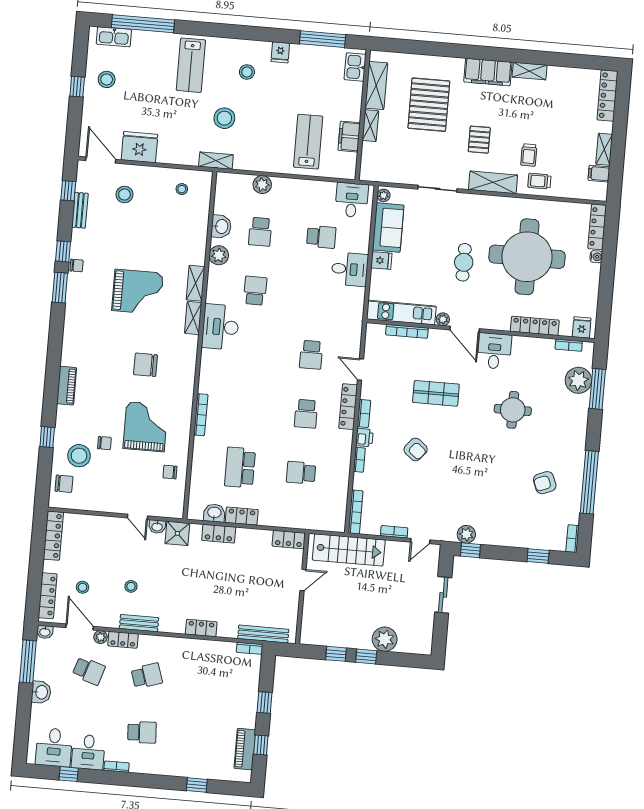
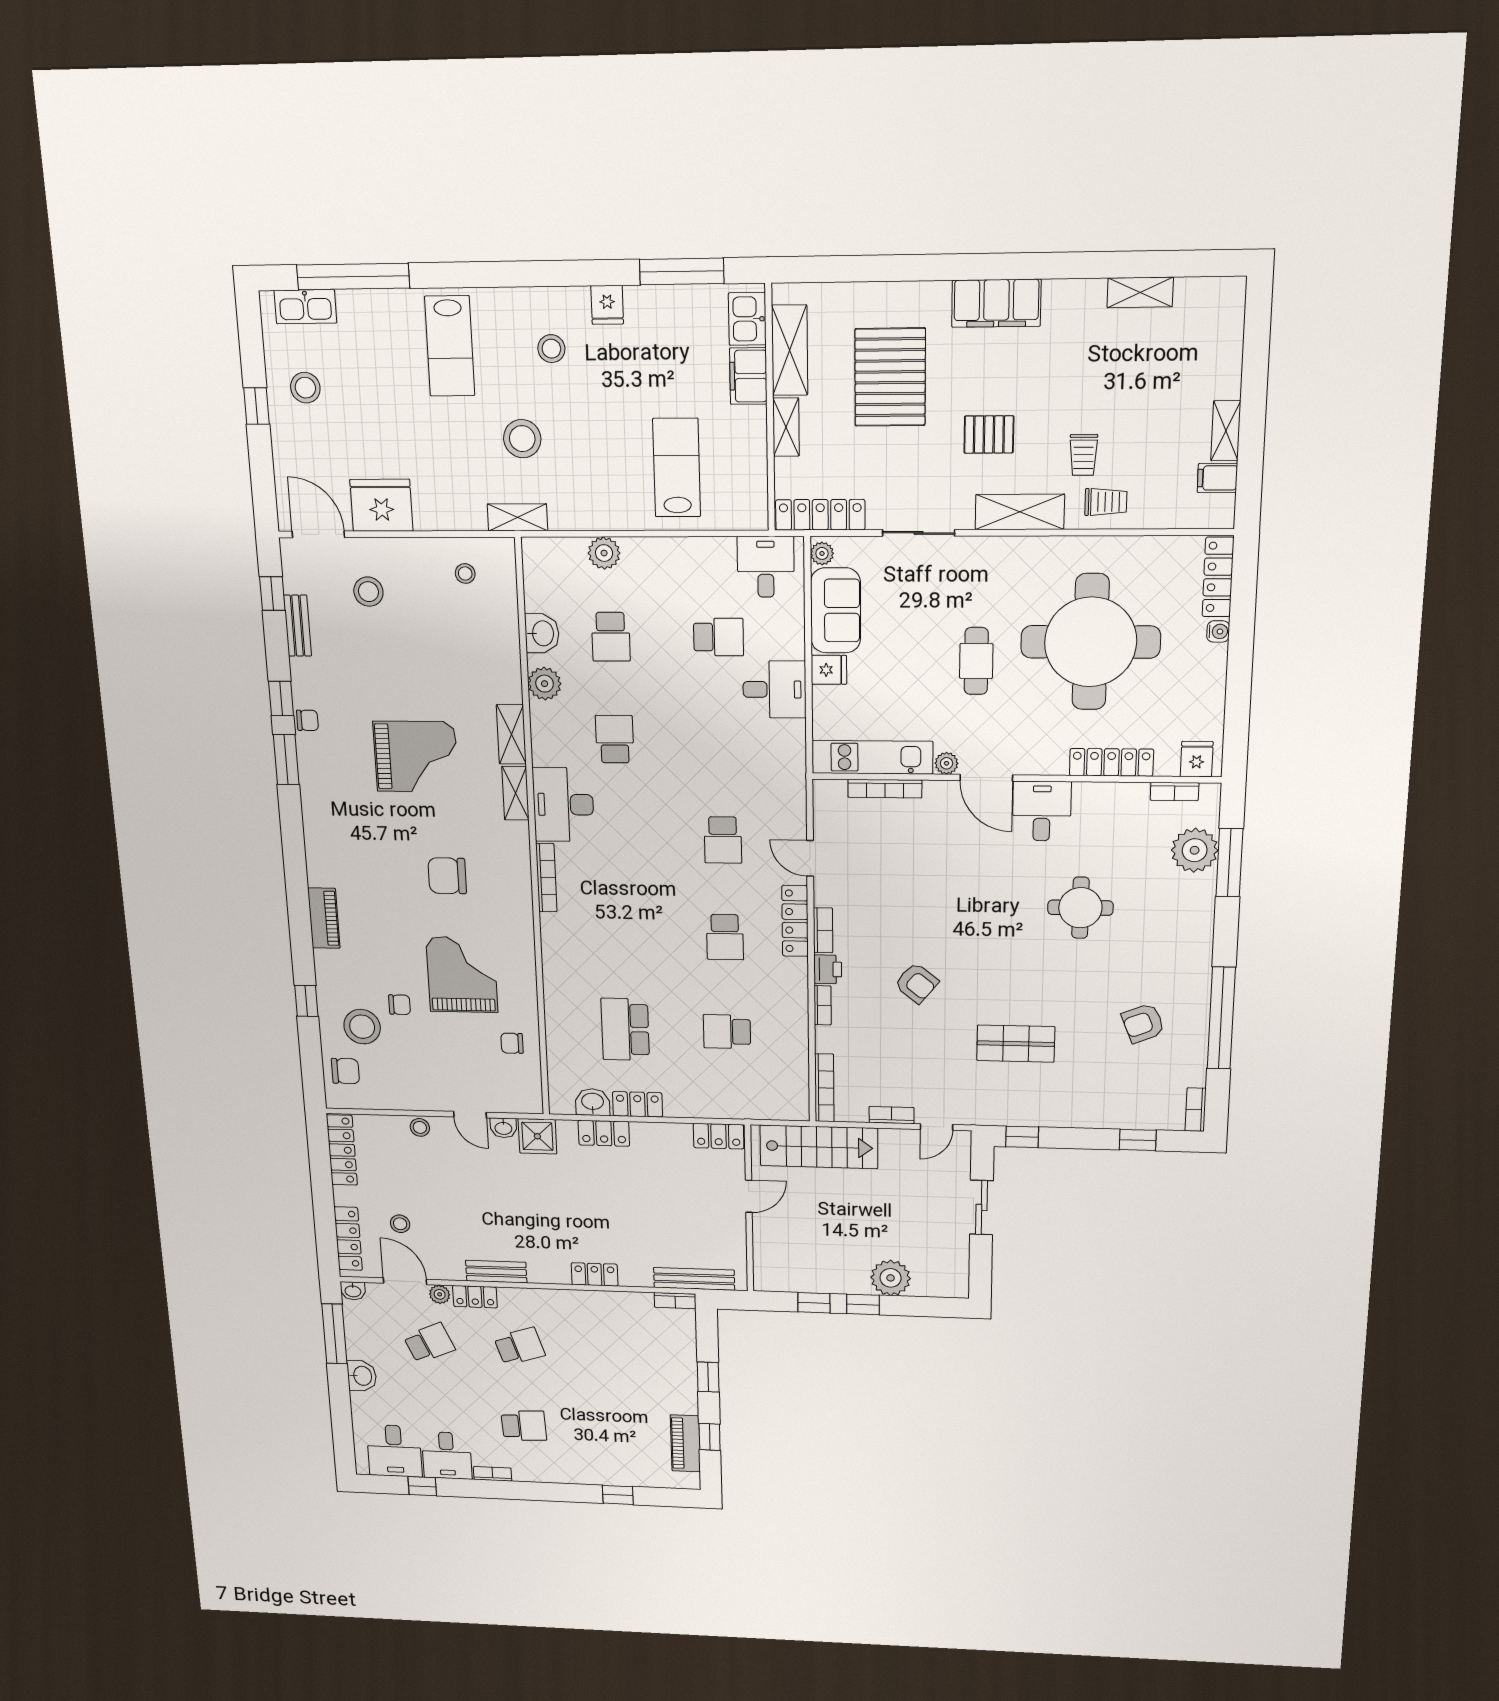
shelving: (530, 71) -> (1140, 292), moved
locker: (608, 96) -> (820, 515), moved, turned 90
filing cabinet: (349, 137) -> (748, 376), moved
pallet: (479, 140) -> (989, 434), turned 90
trolley: (539, 181) -> (1106, 502), turned 180
shop shelf: (436, 393) -> (1016, 1044), moved
bookcase: (201, 415) -> (546, 878), moved
plant: (466, 534) -> (1013, 1112), removed
stool: (131, 586) -> (420, 1127), moved
school desk: (89, 671) -> (429, 1343), turned -42

